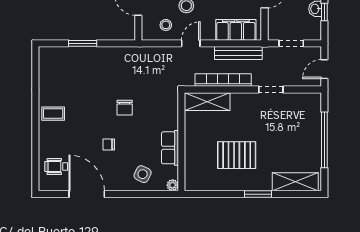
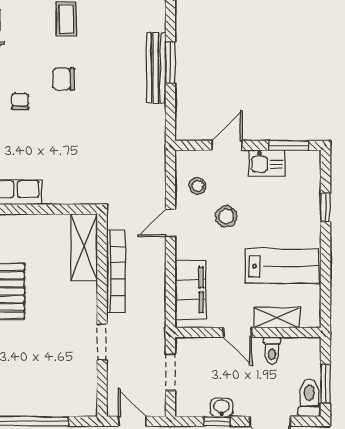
door: (191, 43) -> (170, 223), swing flipped
bench: (238, 53) -> (156, 68), moved
chair: (125, 108) -> (64, 79), moved

